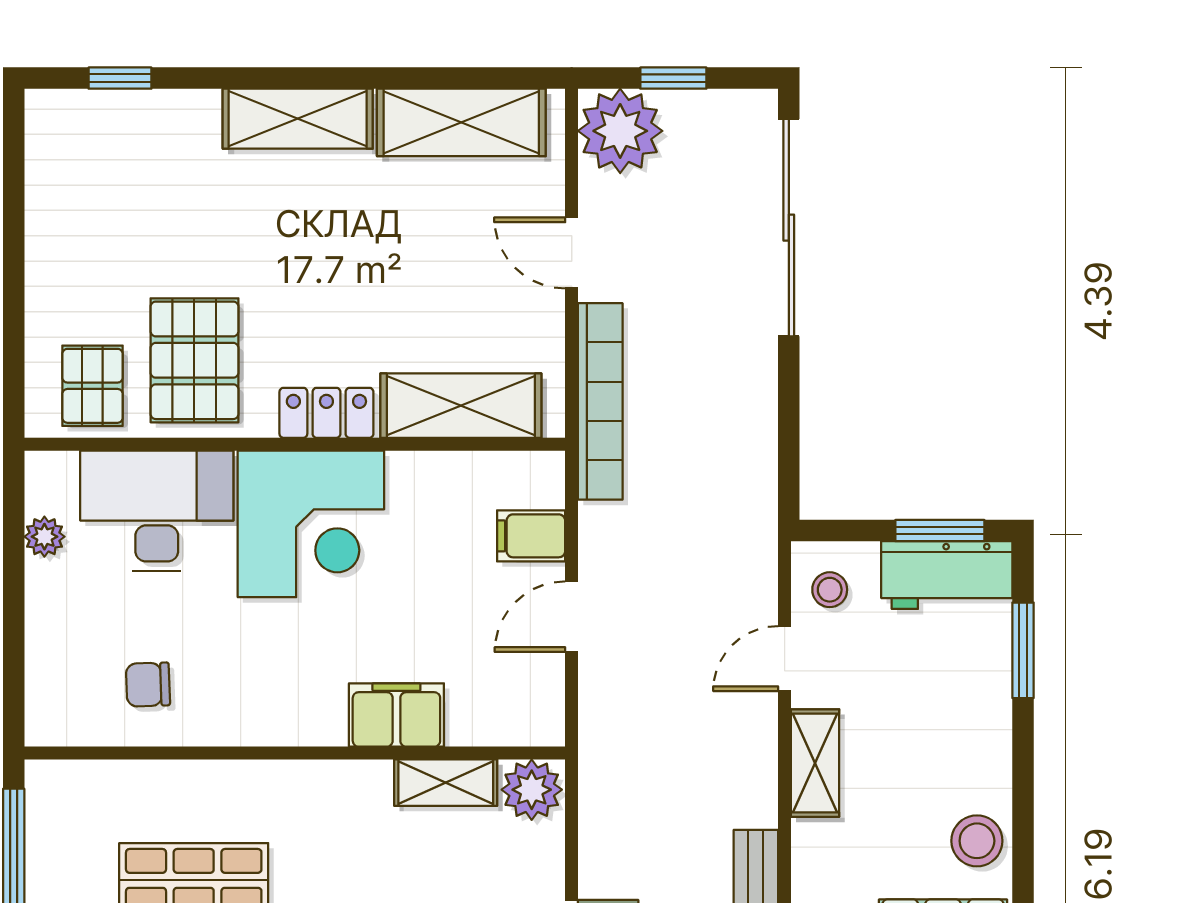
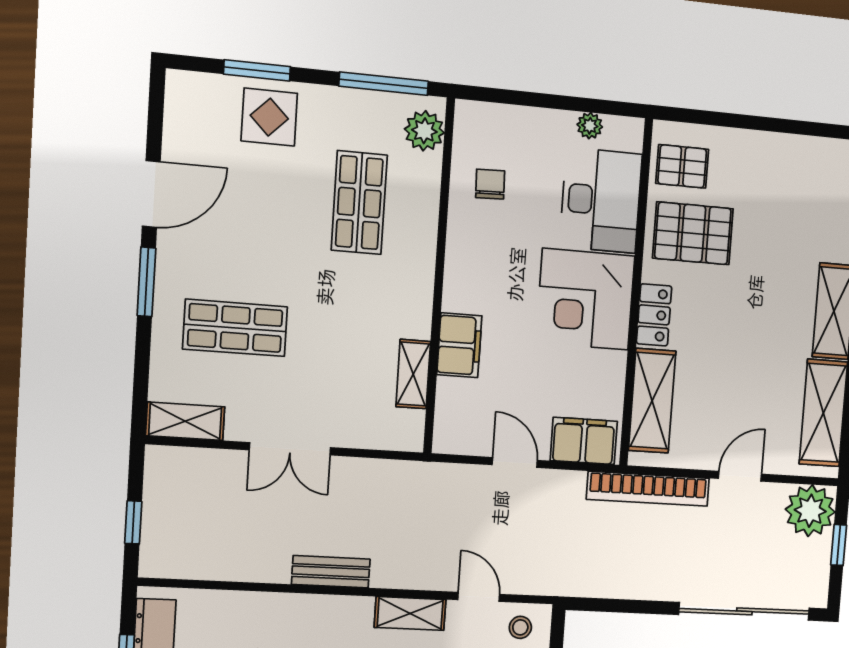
filing cabinet: (531, 536) -> (584, 441), width x2.00
plant: (532, 790) -> (424, 131), moved

